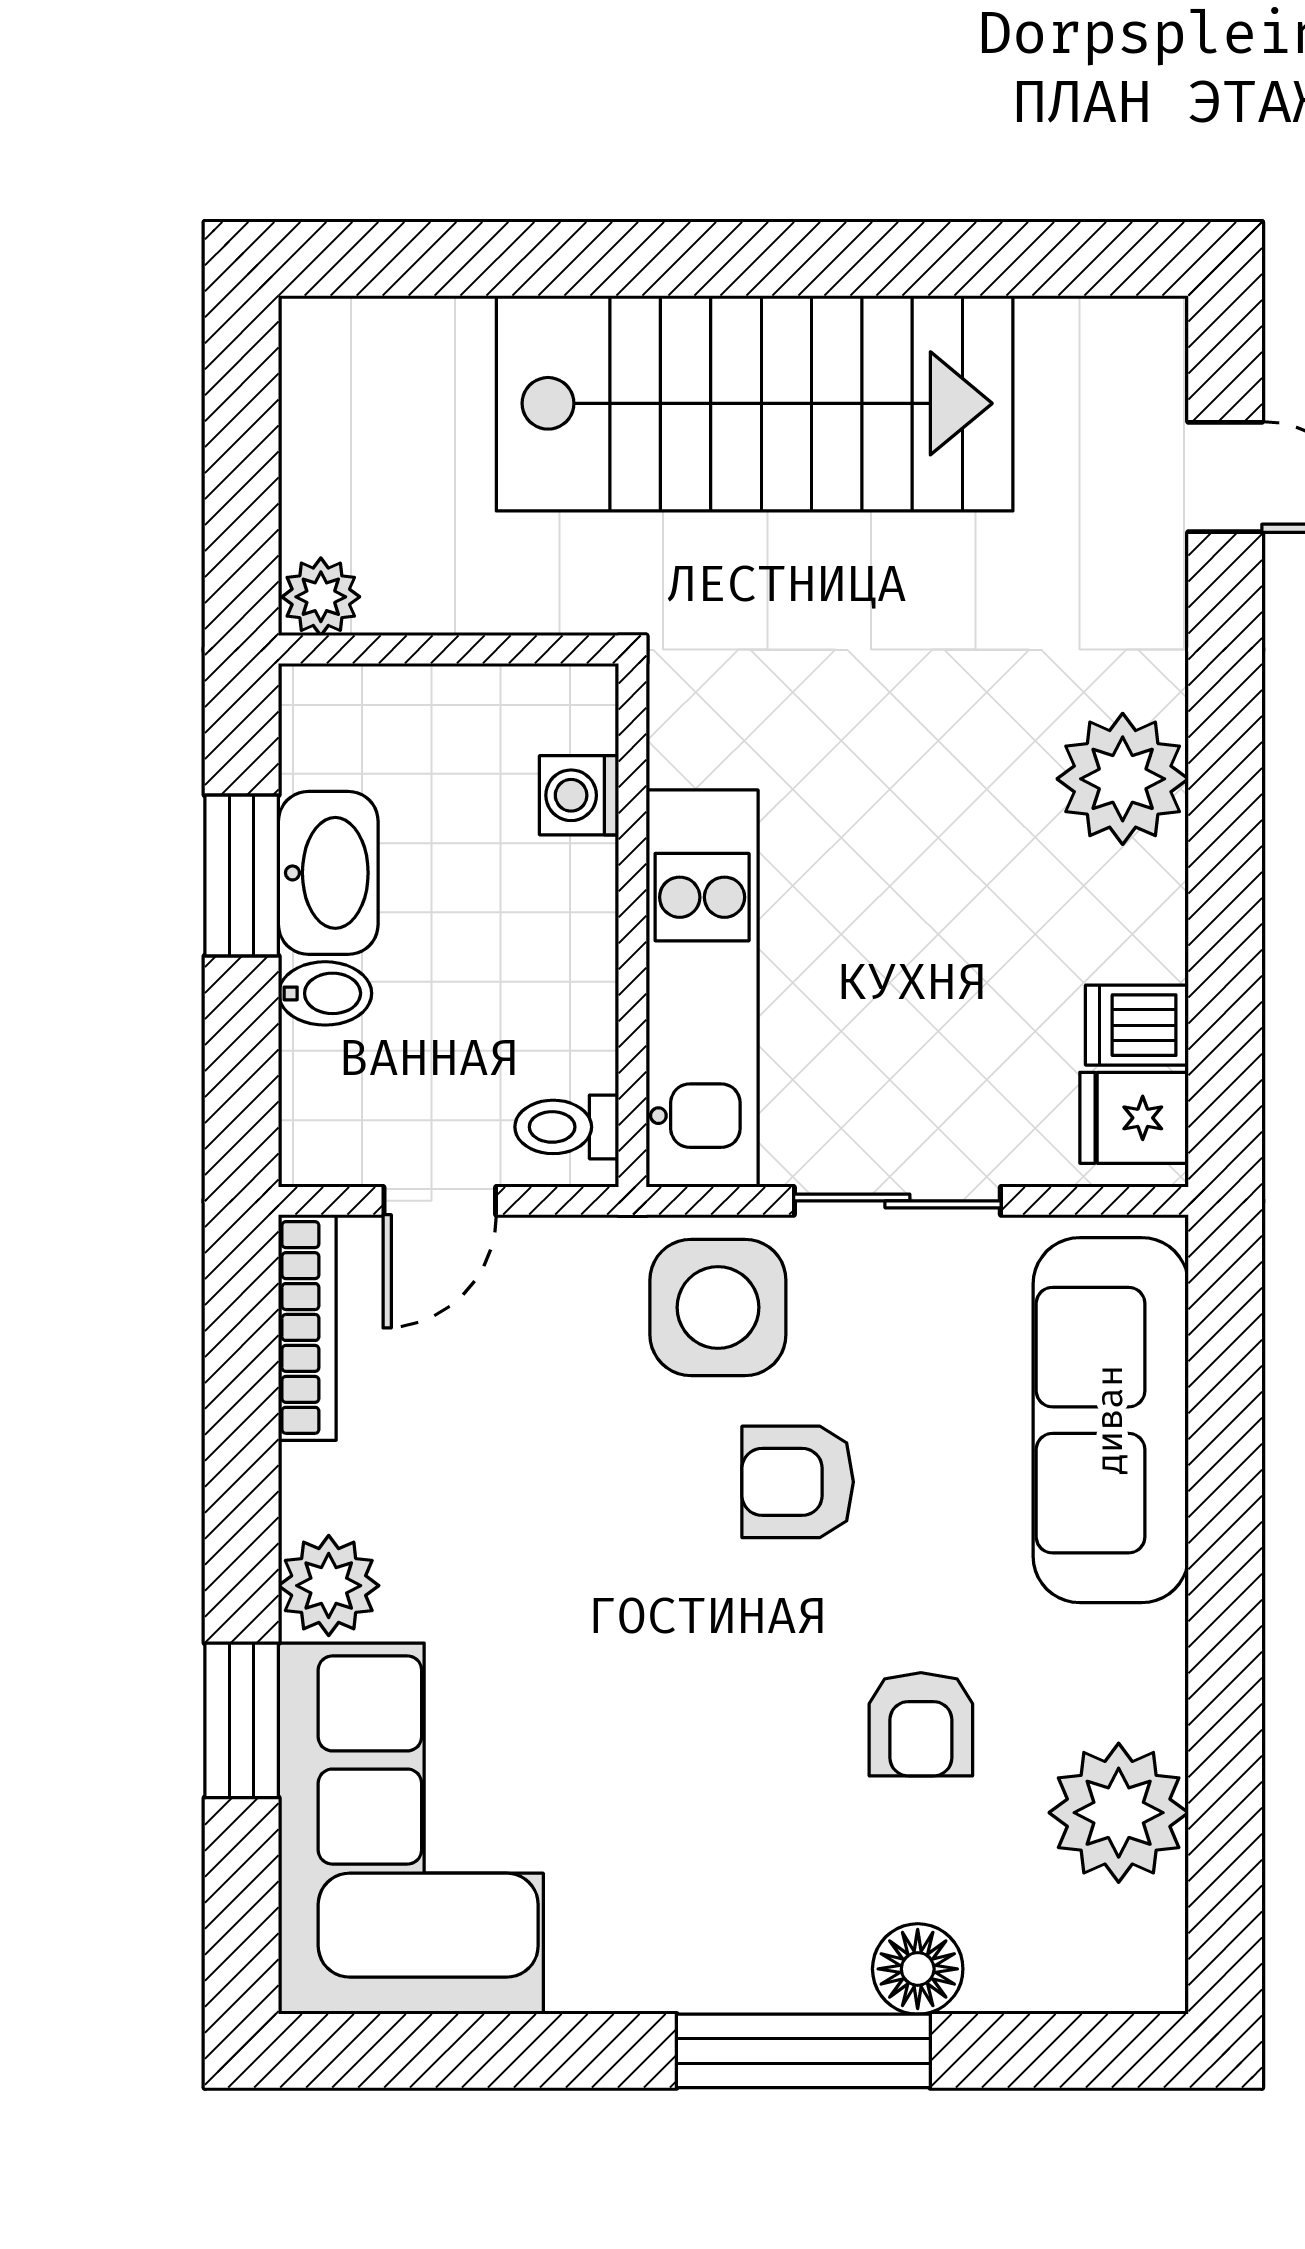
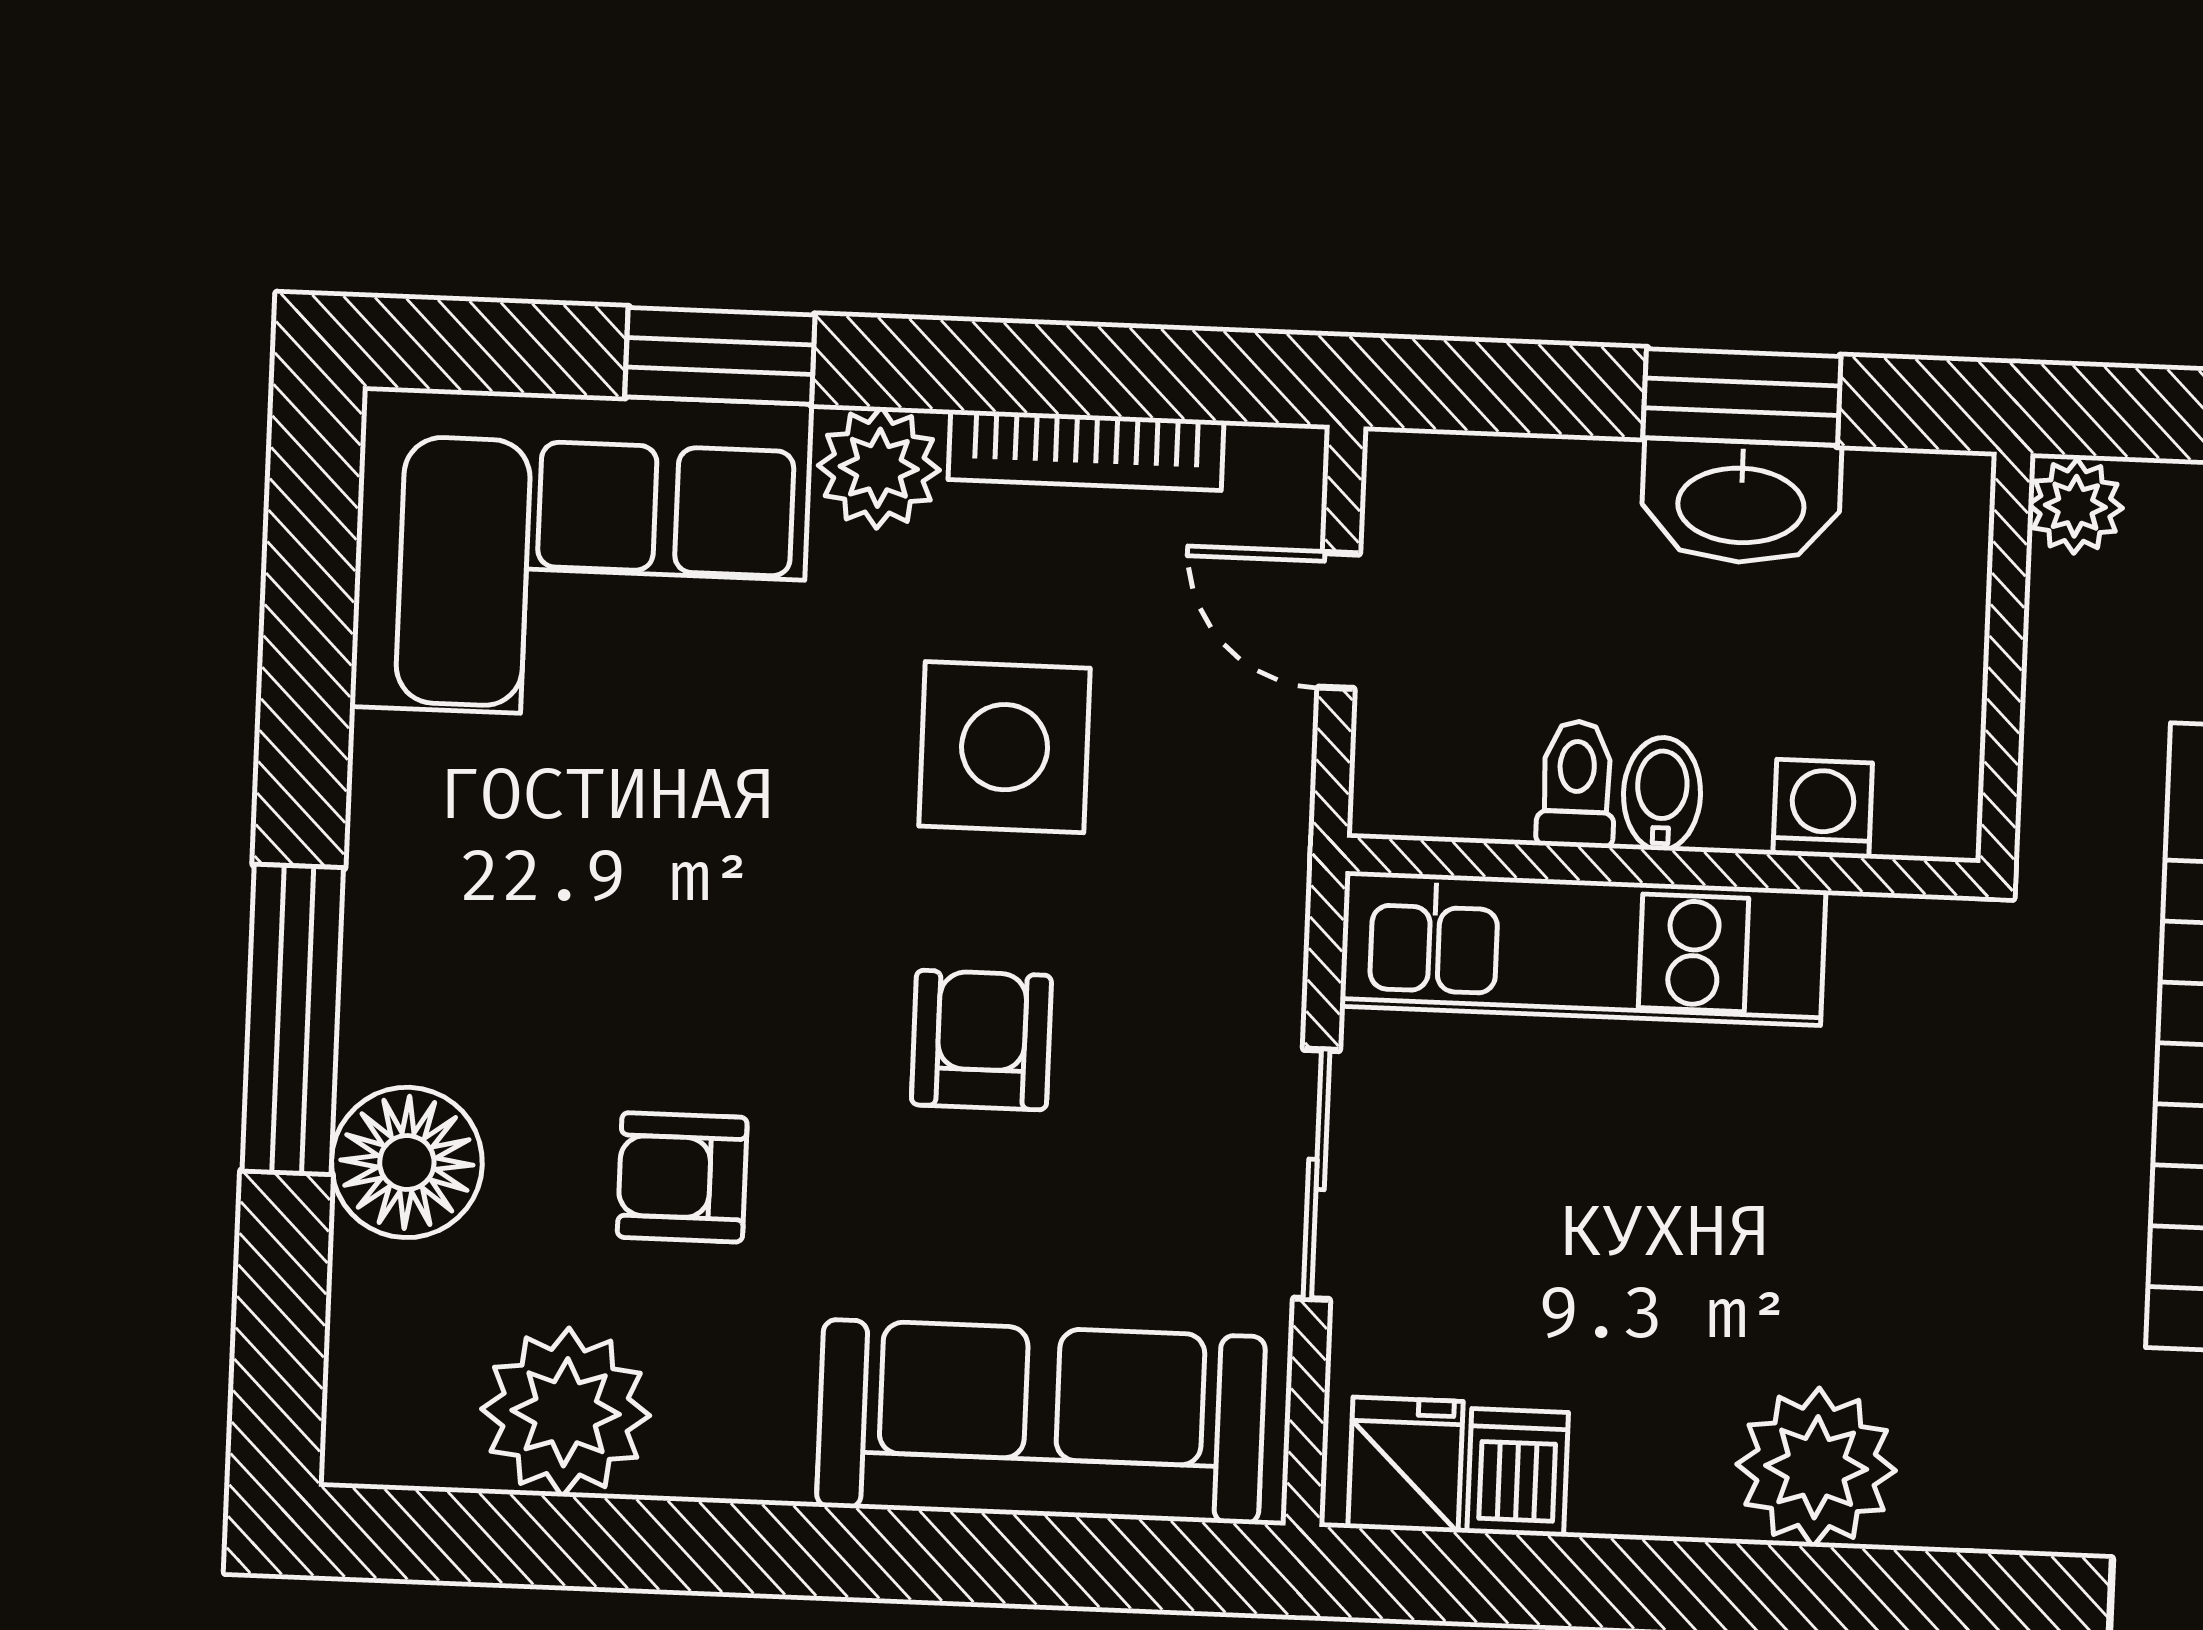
bidet: (325, 993) -> (1662, 794), moved, turned 180
toilet: (567, 1127) -> (1576, 784), moved
side table: (718, 1307) -> (1005, 747), moved
bookcase: (307, 1327) -> (1086, 450), moved
floor lamp: (918, 1969) -> (407, 1162), width x1.38, depth x1.38

